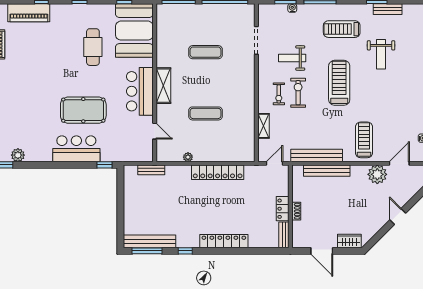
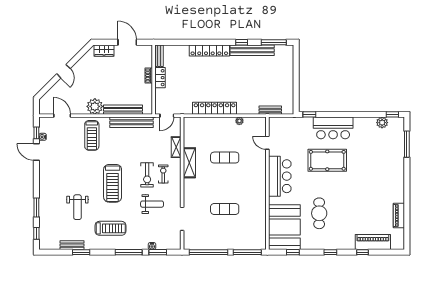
weight bench: (381, 54) -> (77, 207), turned 180
shelving: (163, 86) -> (189, 163), moved
door: (399, 163) -> (62, 116), swing flipped
plant: (377, 174) -> (95, 106), moved
bench: (150, 241) -> (252, 50), moved

